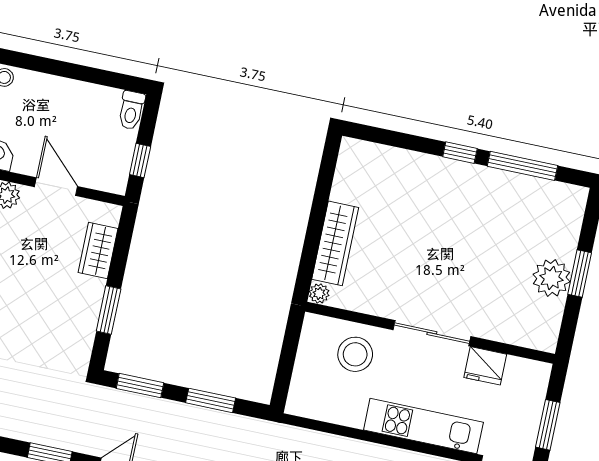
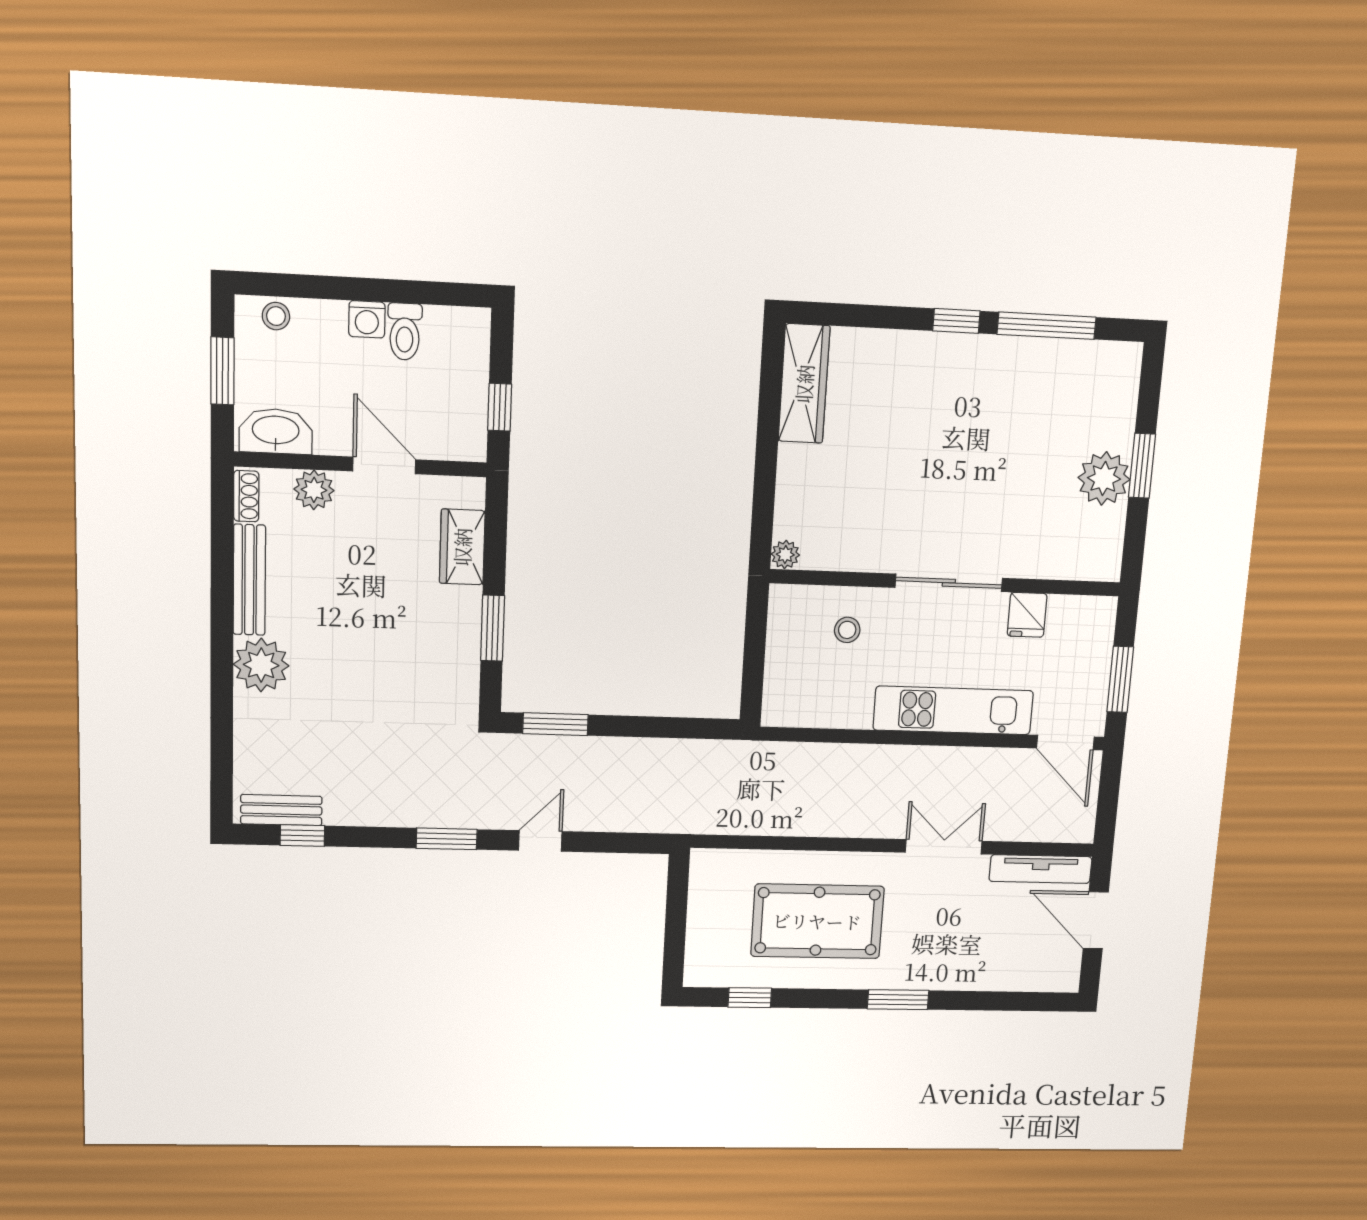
washing machine: (63, 89) -> (367, 319), added
toilet: (131, 110) -> (405, 332), moved
wardrobe: (335, 243) -> (804, 384), moved
stool: (355, 354) -> (847, 630), width x0.53, depth x0.53
fridge: (485, 366) -> (1027, 615), width x0.72
window: (211, 400) -> (657, 727), removed

